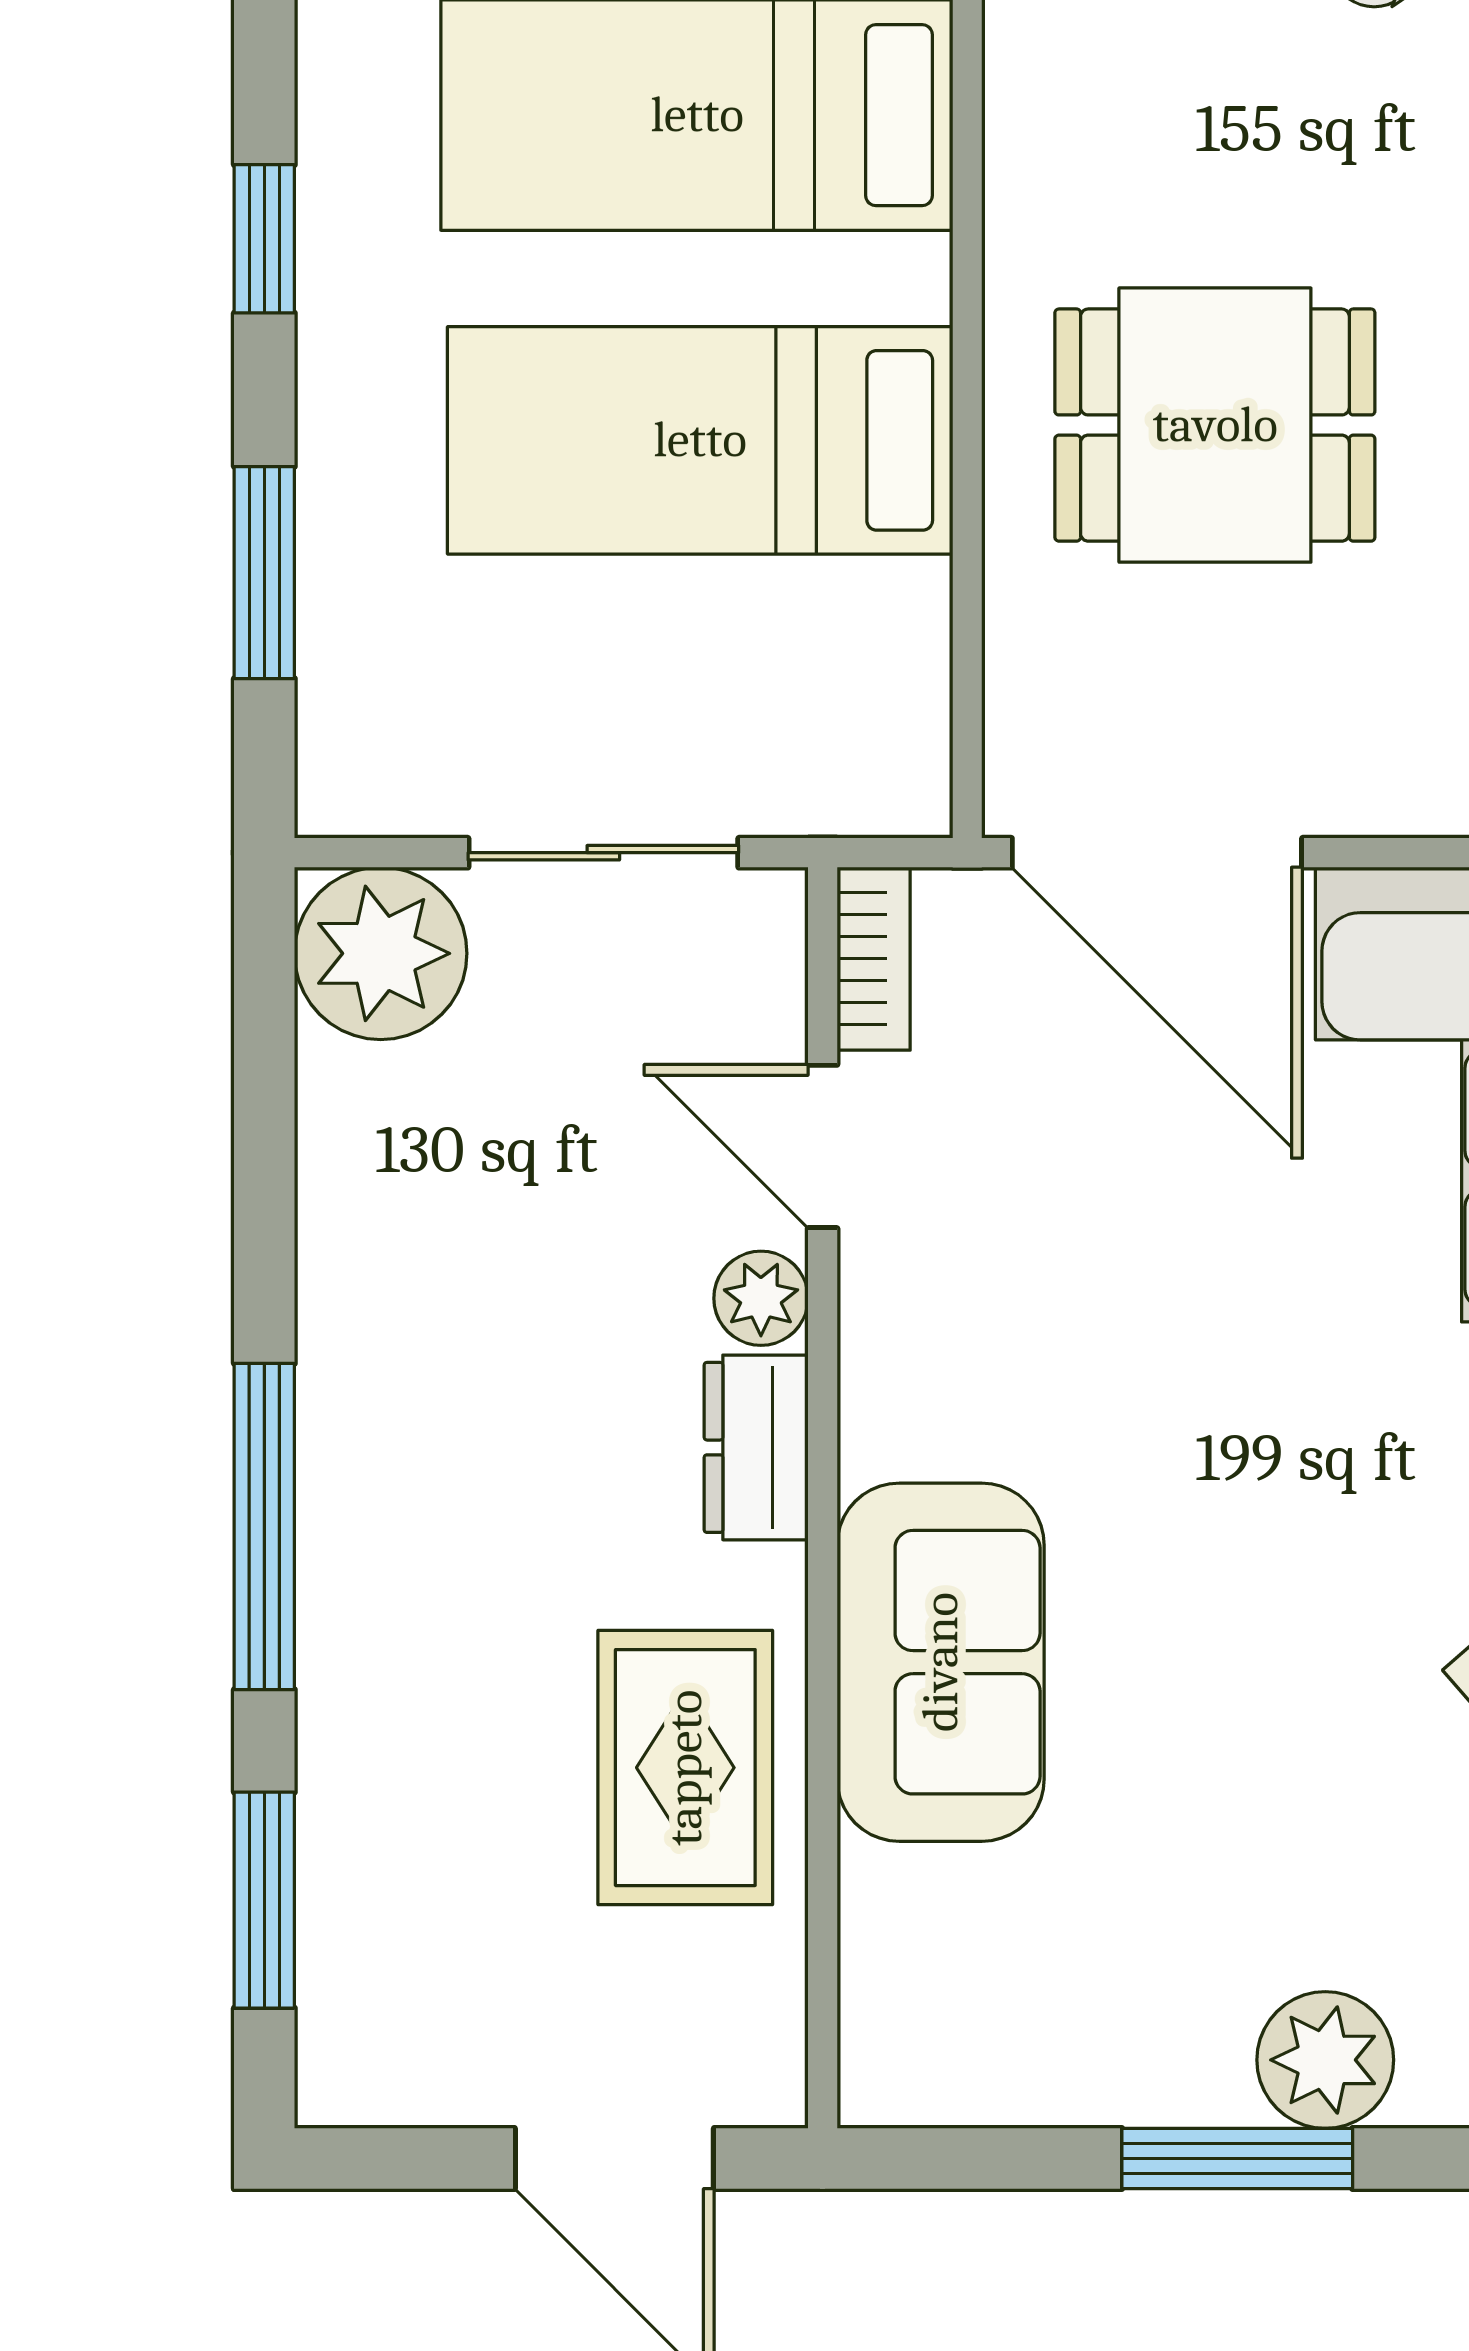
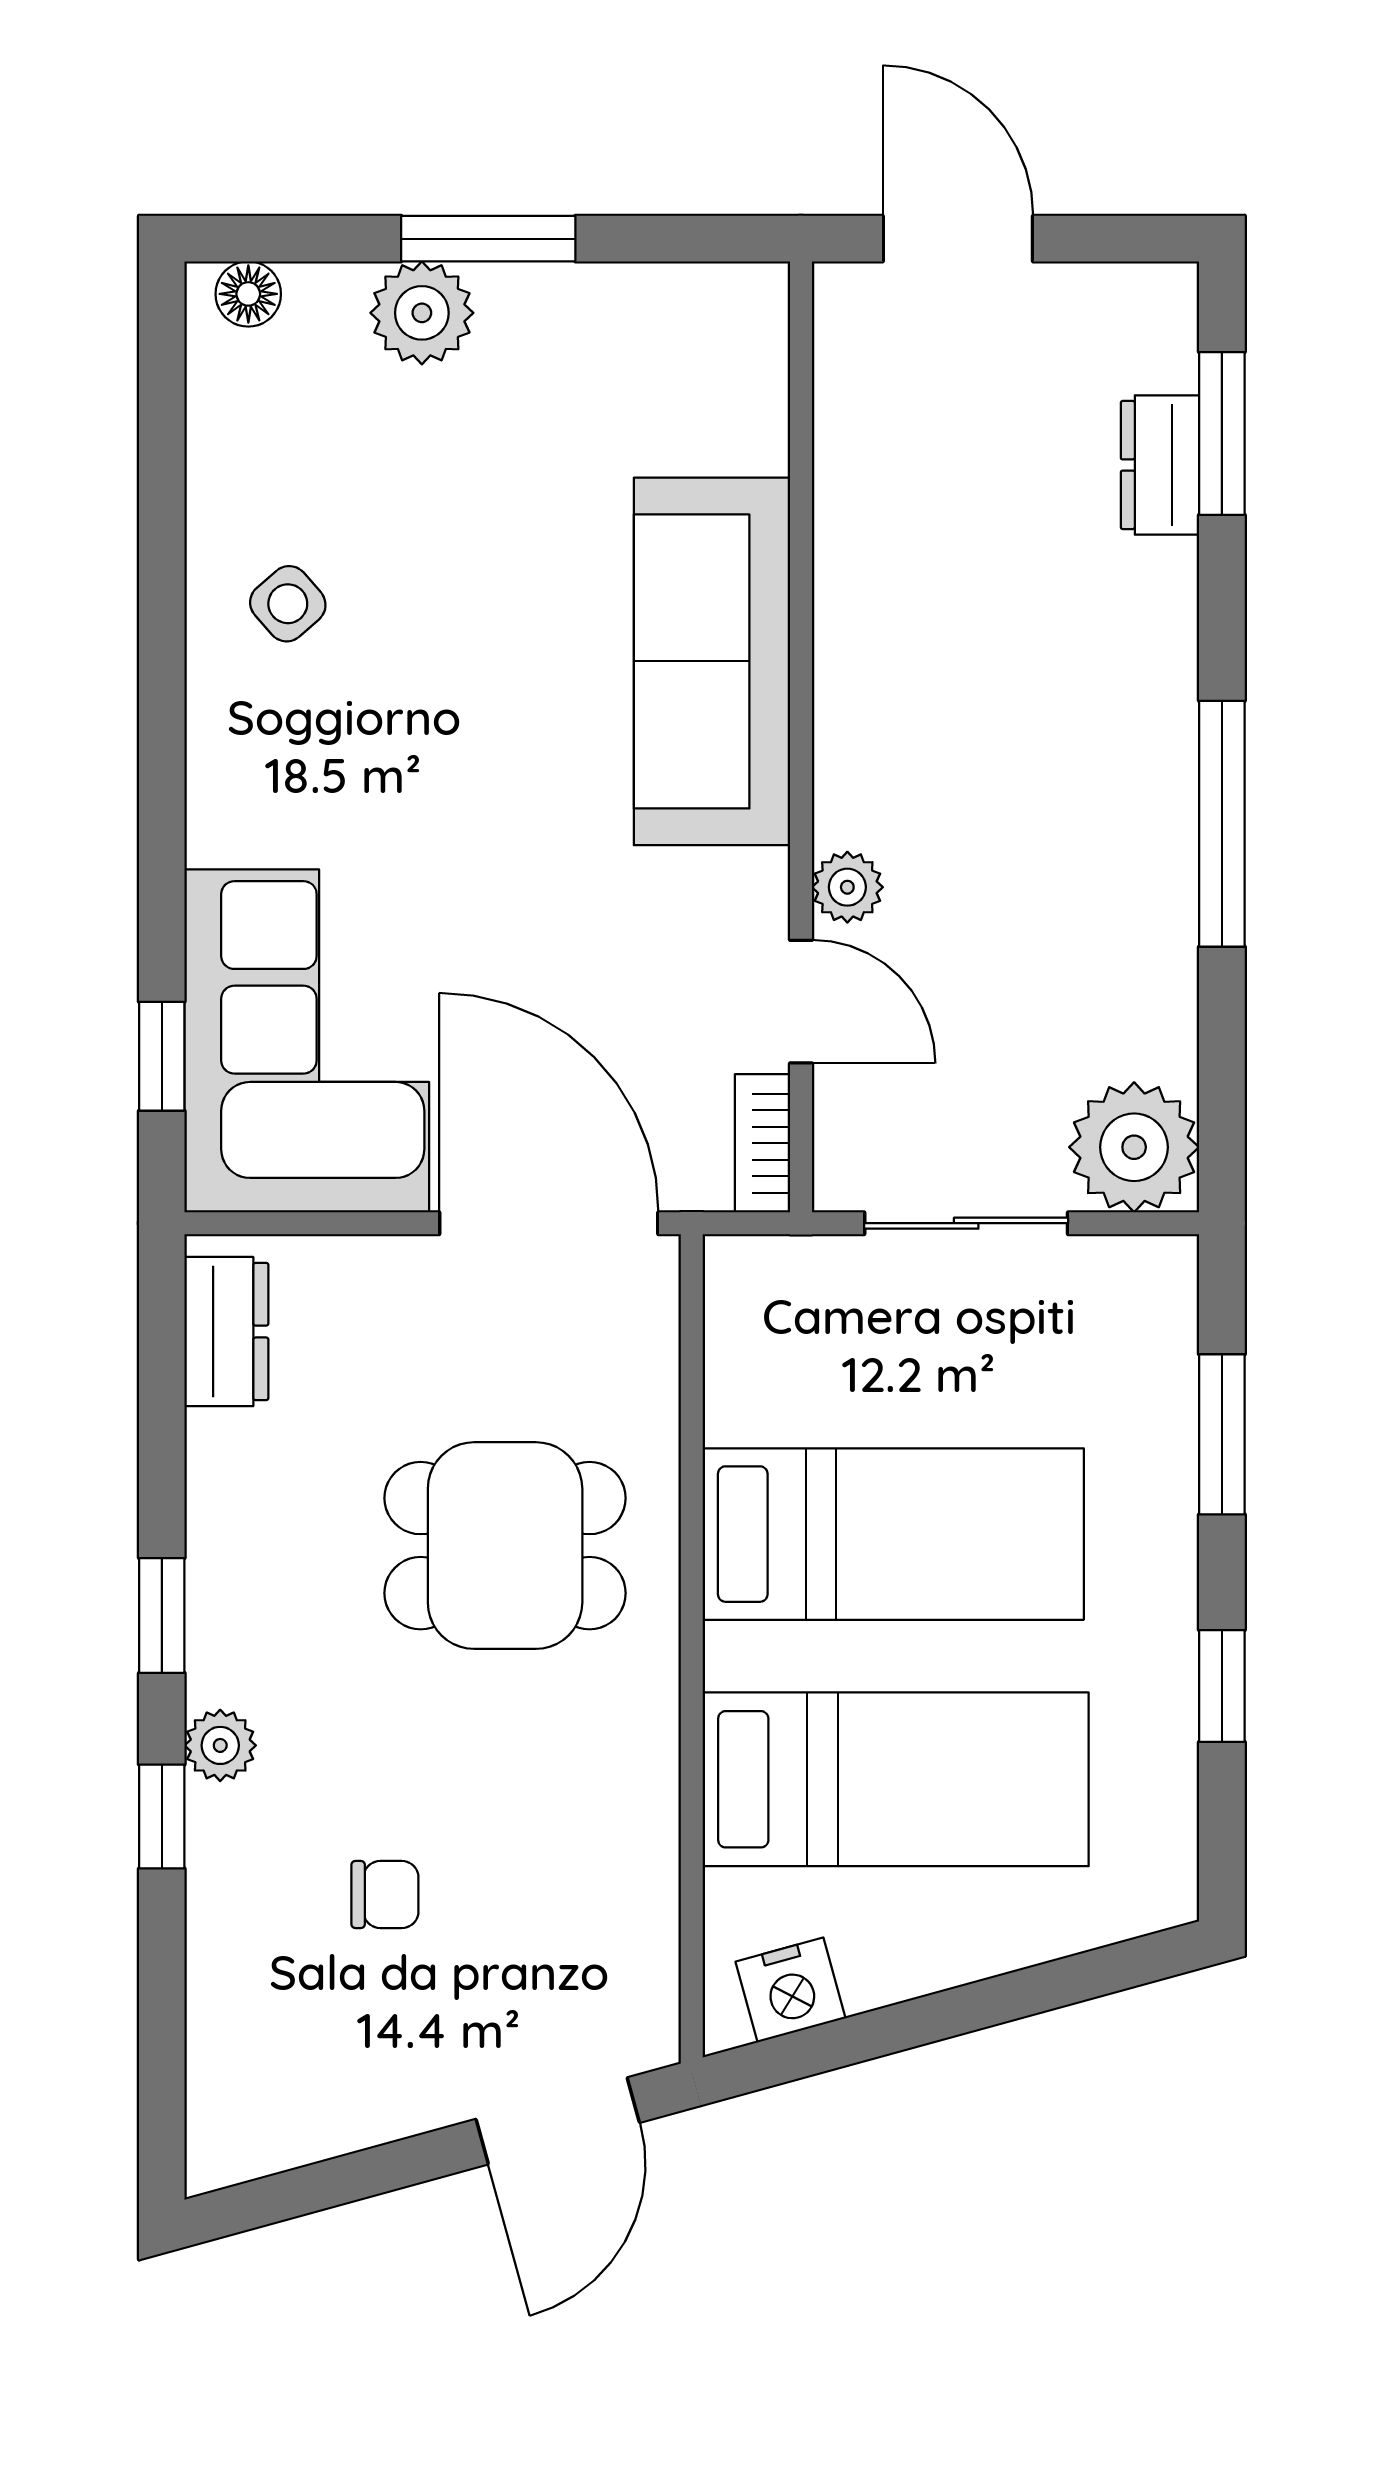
dresser: (756, 1447) -> (1160, 465), moved, turned 180
window: (264, 1527) -> (1222, 824), moved
sofa: (941, 1662) -> (712, 661), width x1.36
rug: (685, 1768) -> (904, 533), removed

